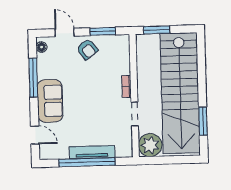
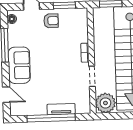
armchair: (87, 49) -> (51, 21), turned -53
tv unit: (92, 152) -> (61, 109), width x0.71

